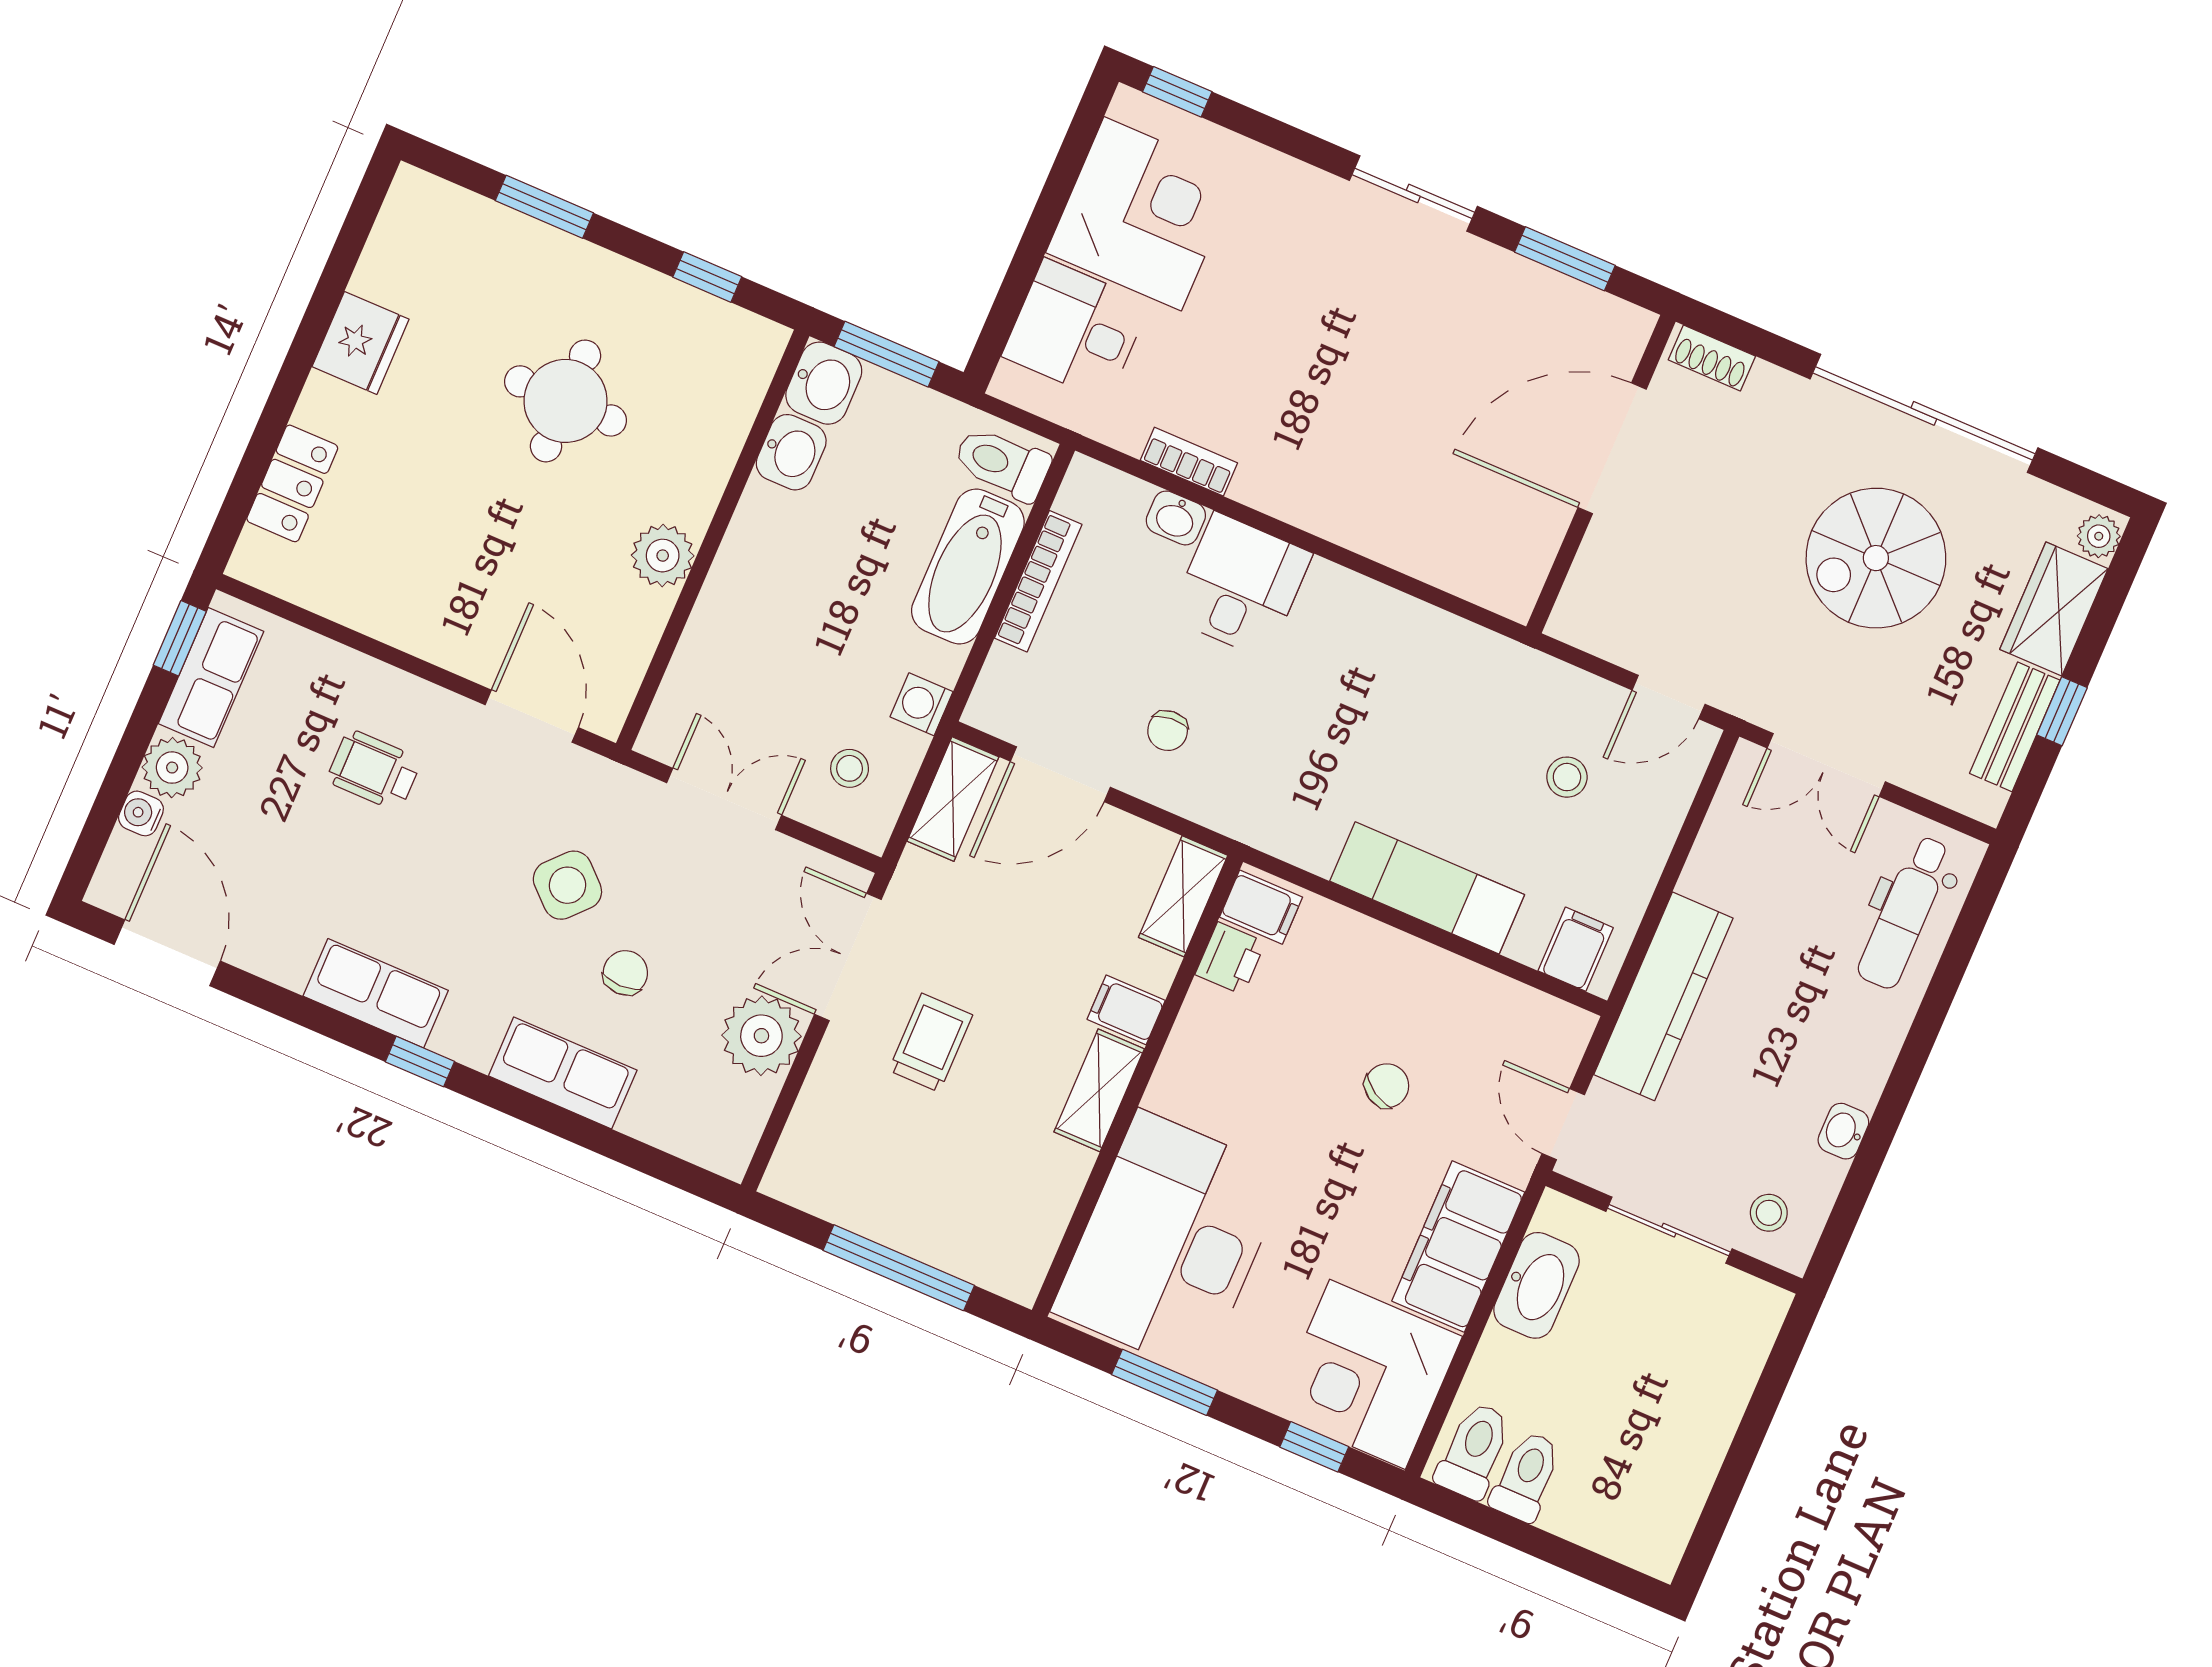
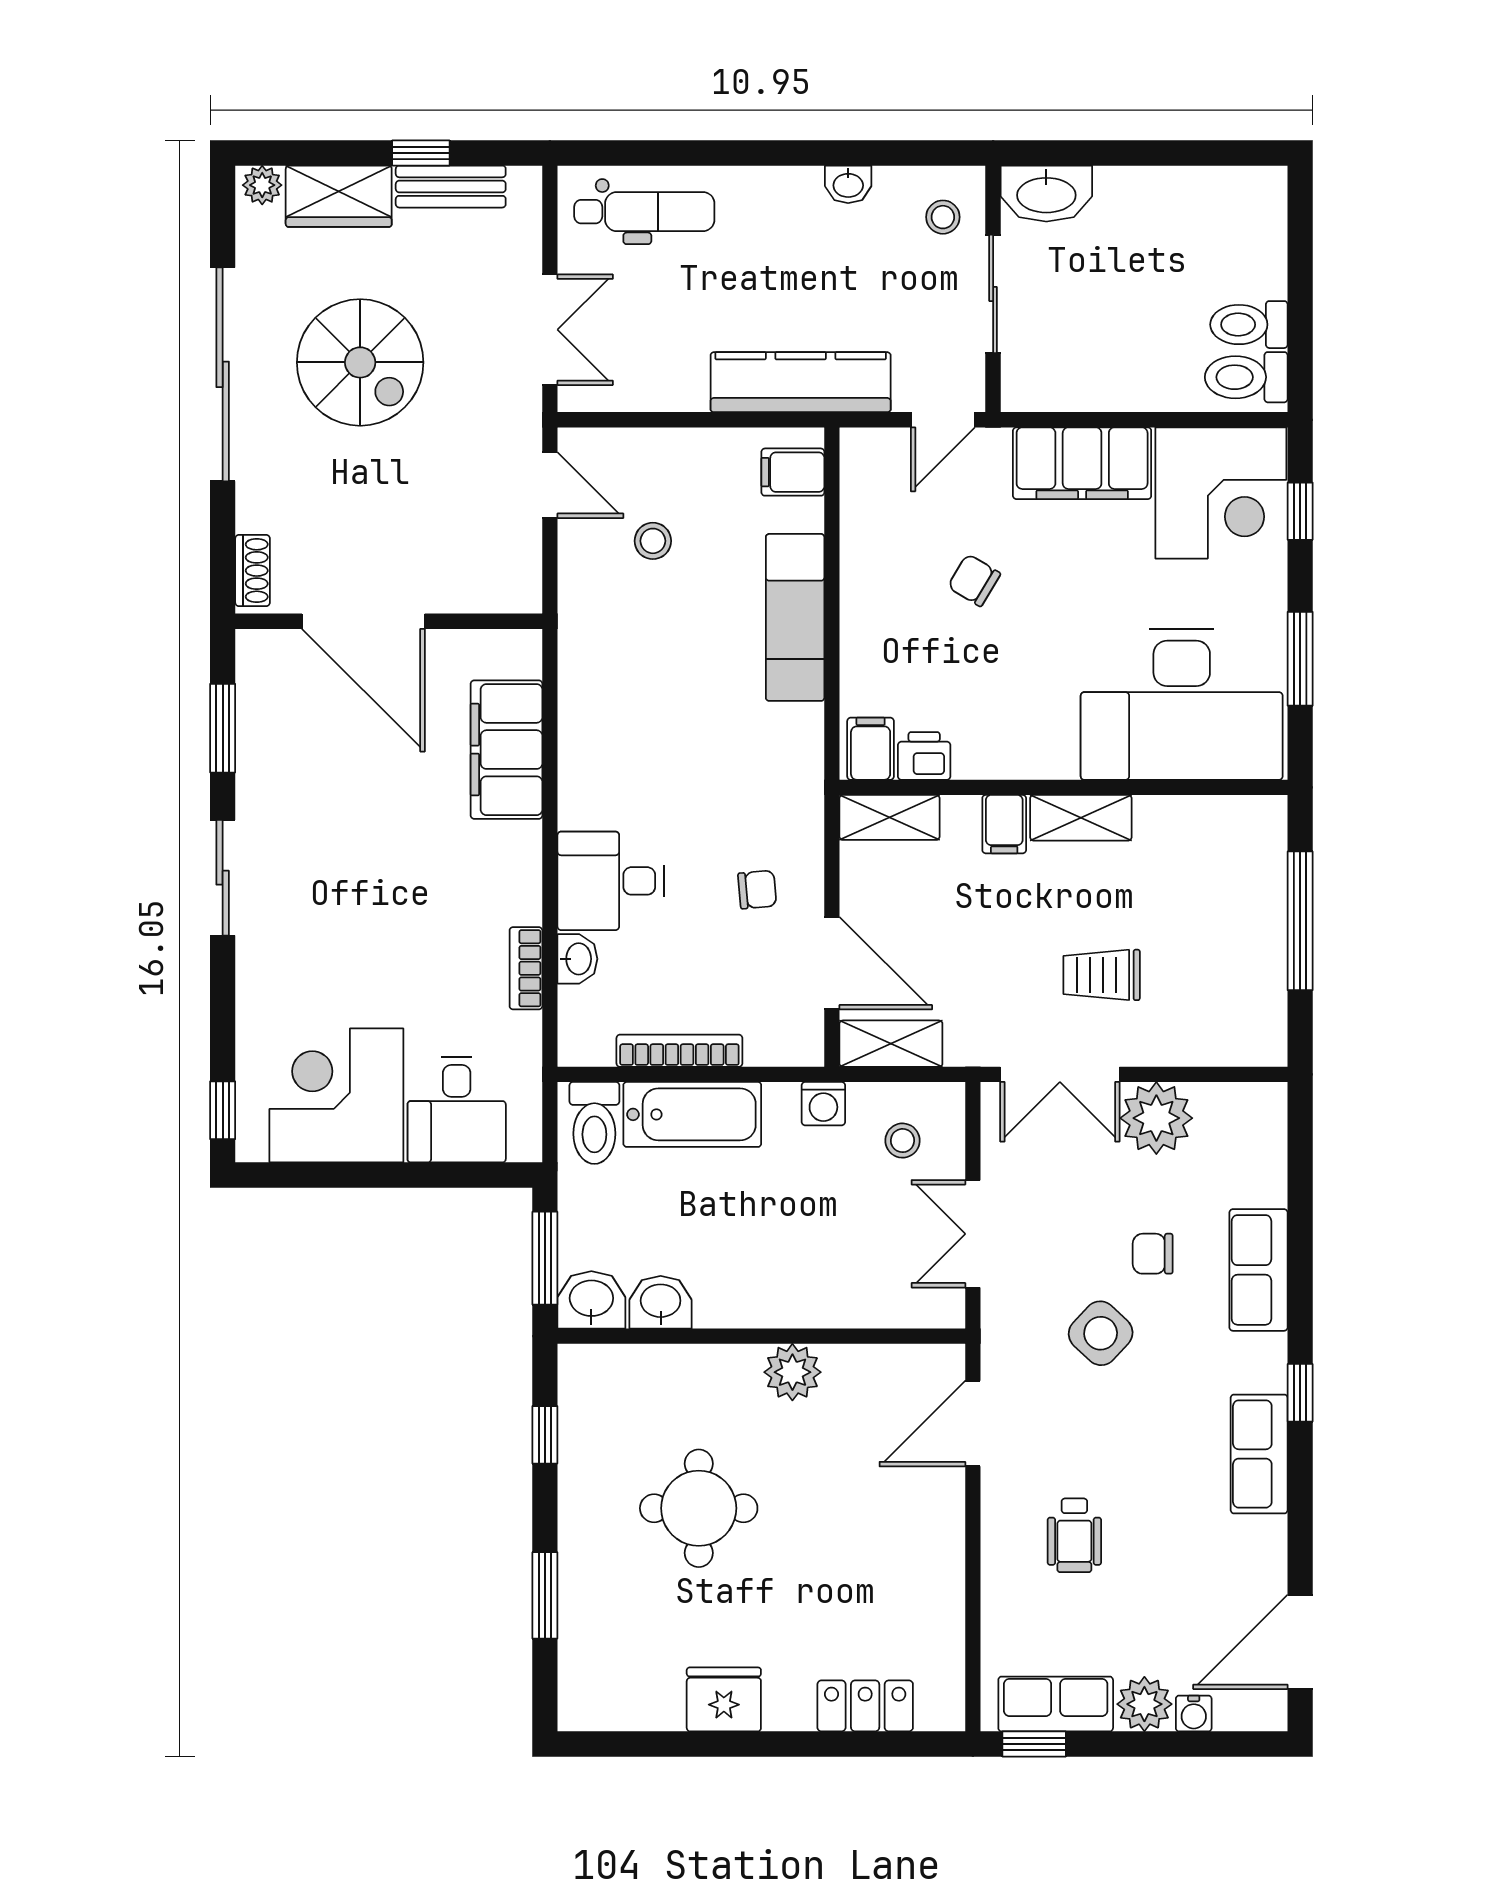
filing cabinet: (1419, 537) -> (506, 750), added
washbasin: (1537, 1285) -> (1046, 194), moved, turned 180

